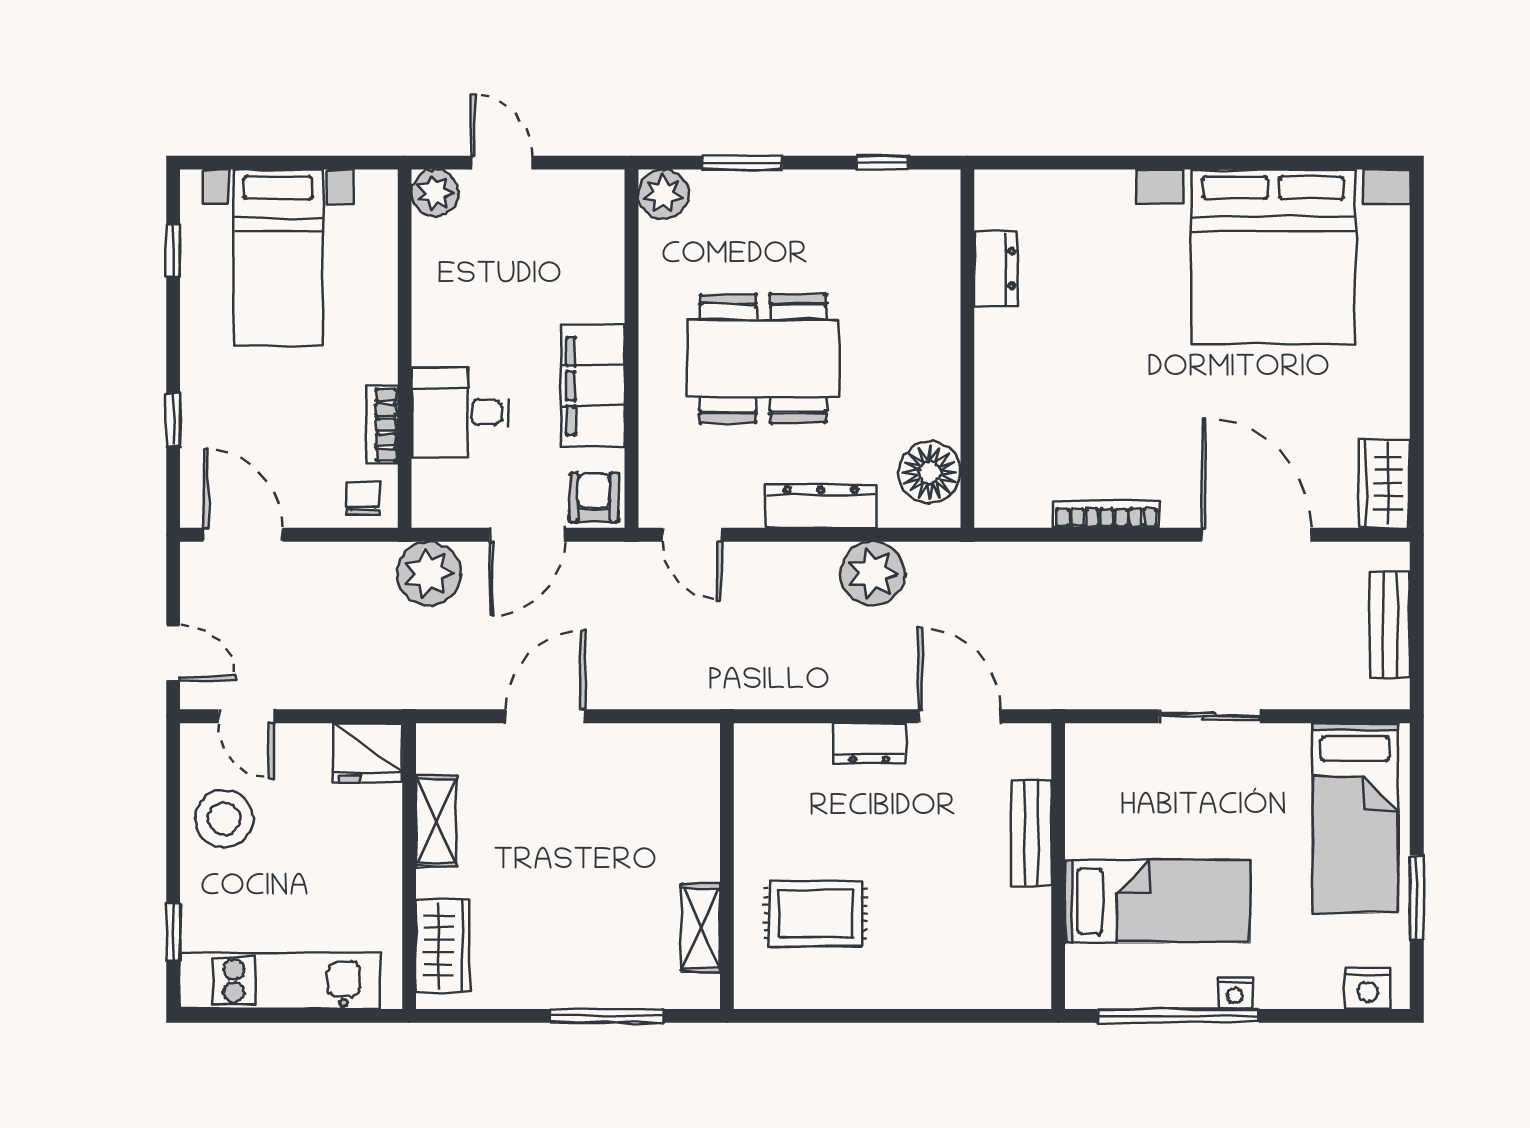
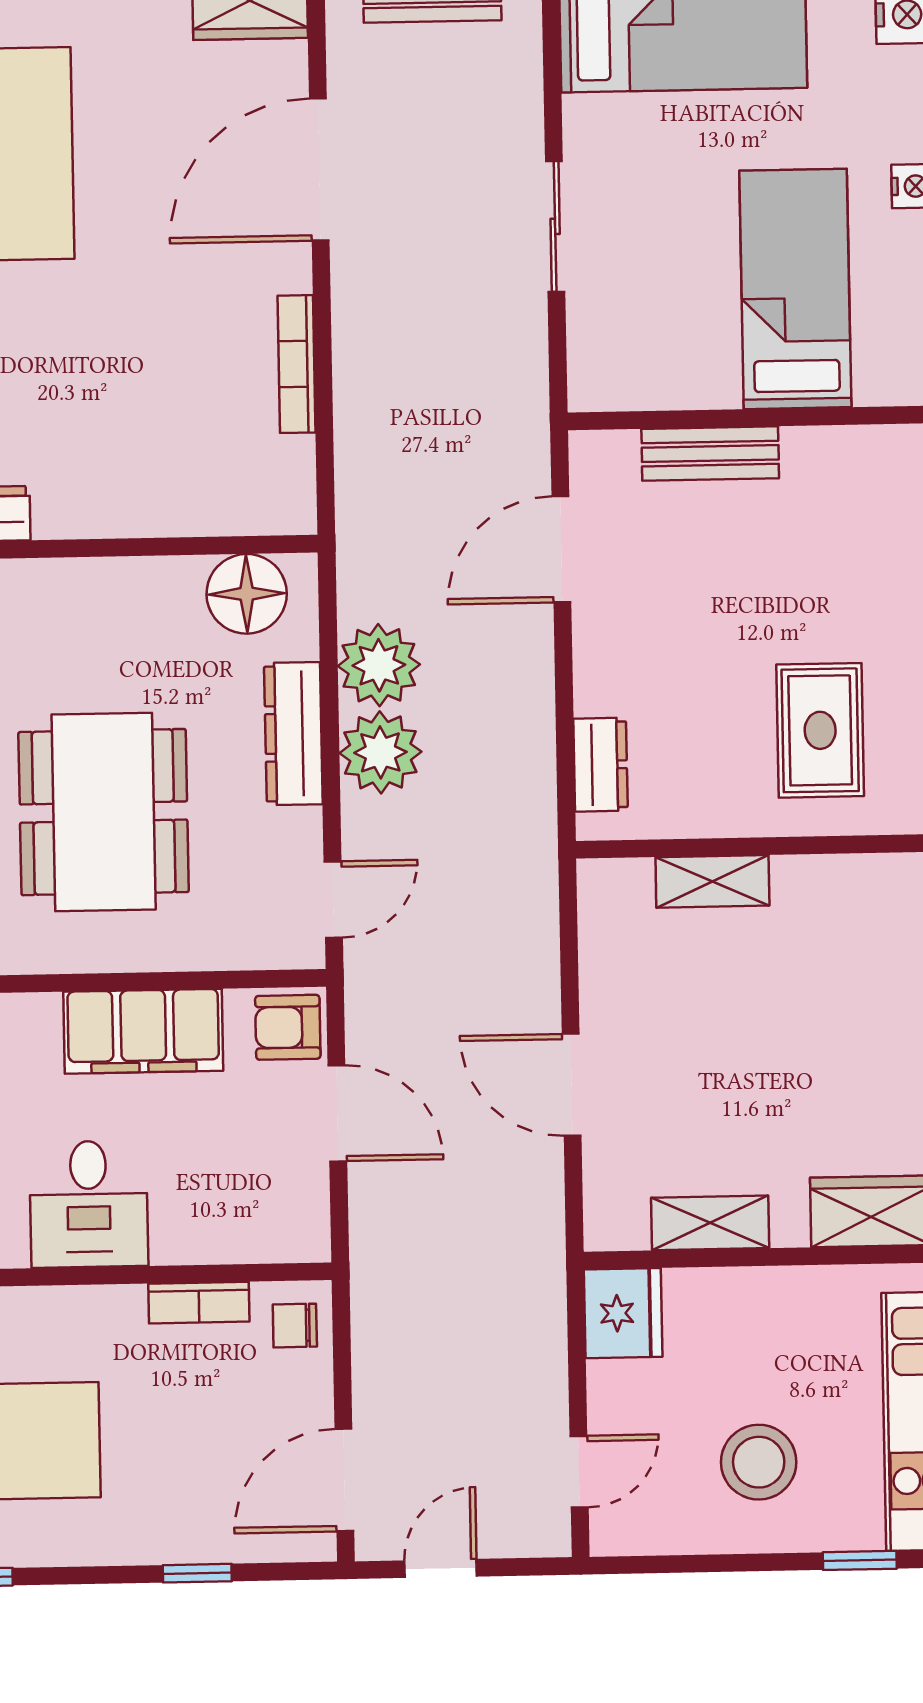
desk: (460, 412) -> (89, 1204), moved
plant: (429, 573) -> (380, 752), moved
door: (173, 653) -> (441, 1568), moved
dresser: (869, 743) -> (600, 765), moved
stool: (224, 818) -> (759, 1462), moved
shelving: (700, 928) -> (712, 881), moved

